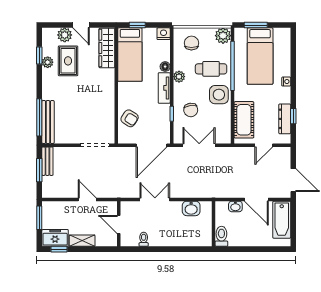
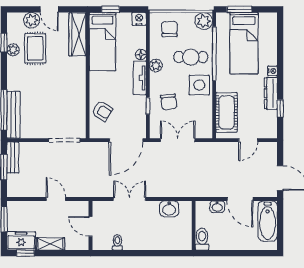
dresser: (285, 119) -> (271, 93), moved

